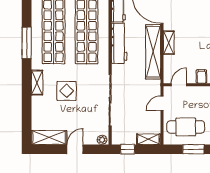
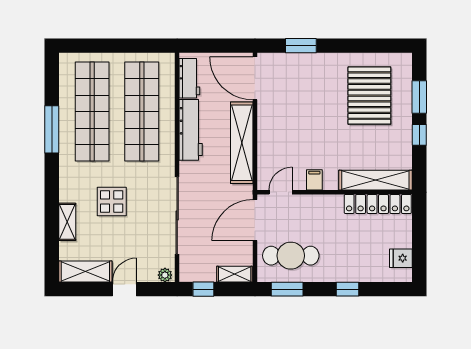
shelving: (169, 43) -> (265, 129), removed
shelving: (37, 83) -> (67, 222), moved
door: (162, 103) -> (255, 220), width x1.87
window: (193, 149) -> (287, 289), moved

